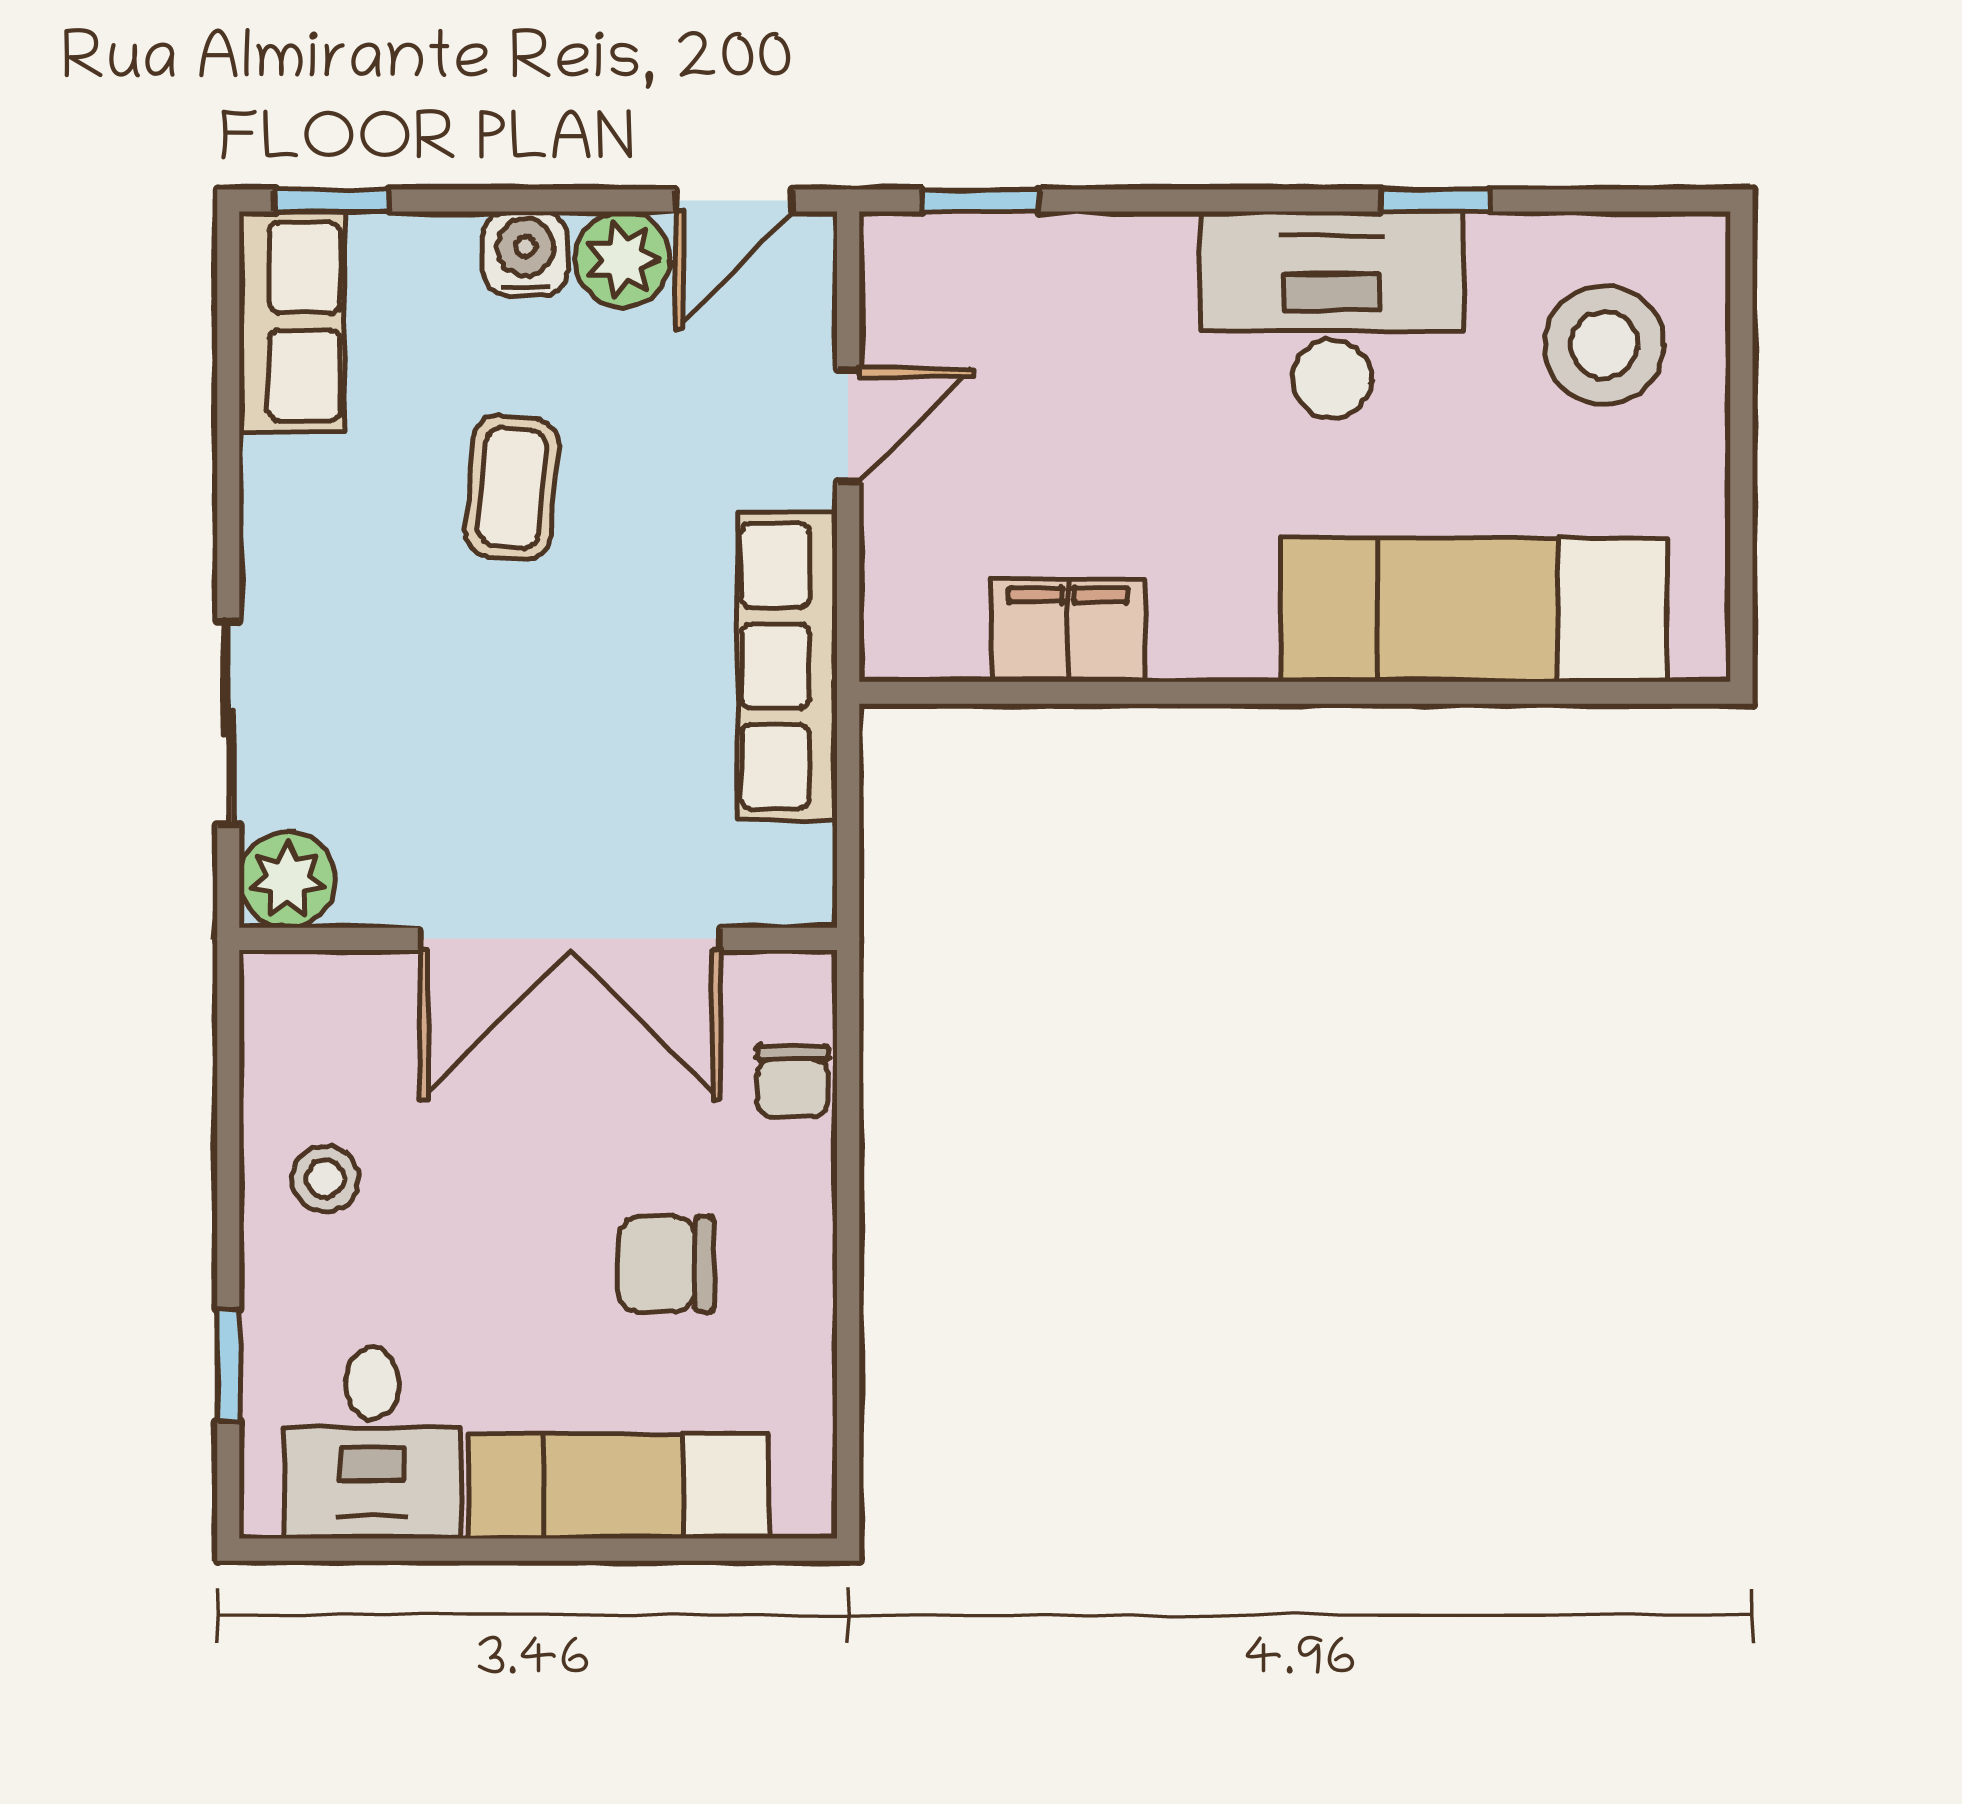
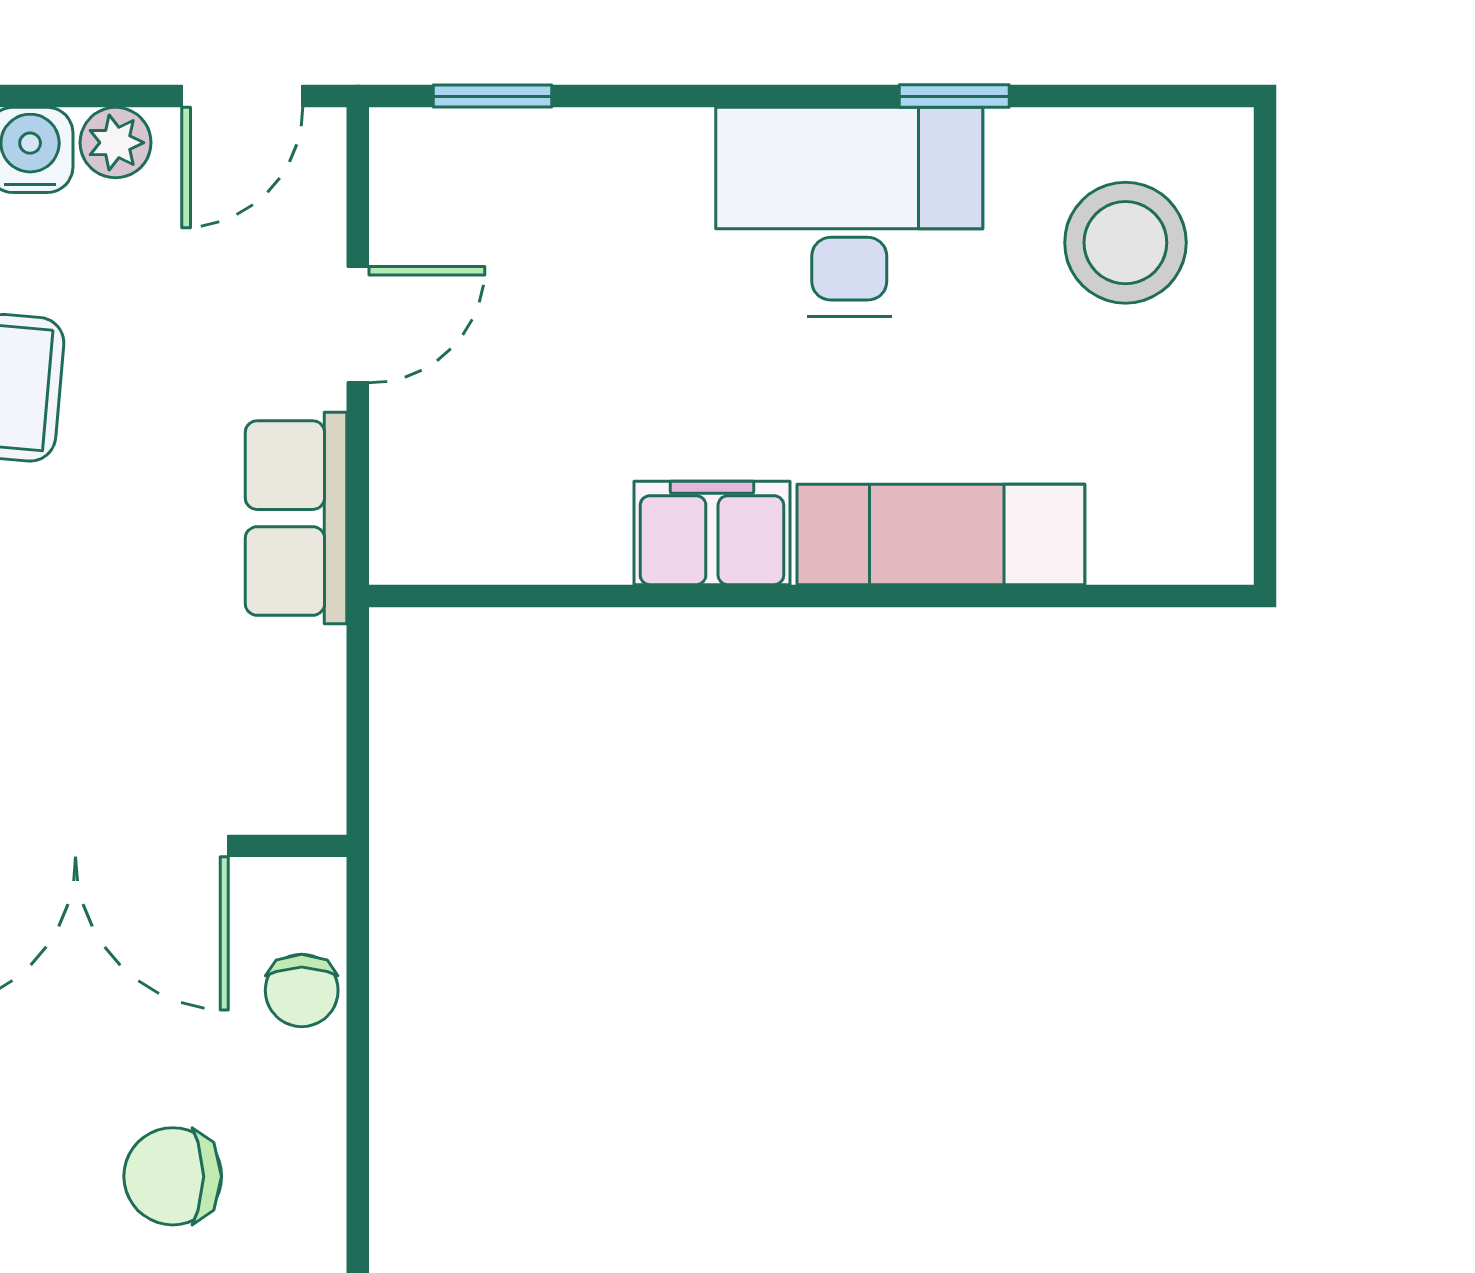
plant: (623, 259) -> (116, 143), width x0.73, depth x0.73
exam couch: (1474, 610) -> (941, 535), width x0.73, depth x0.69
filing cabinet: (1068, 631) -> (712, 533), moved
row of seats: (787, 666) -> (296, 518), width x0.68

